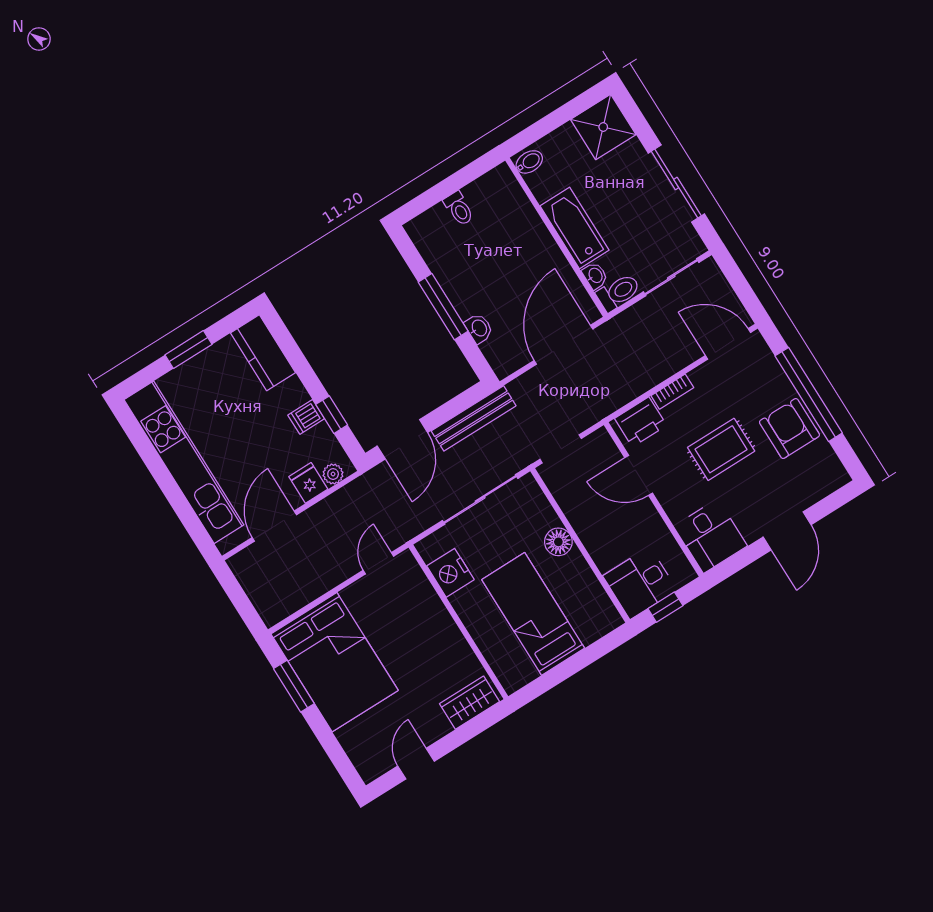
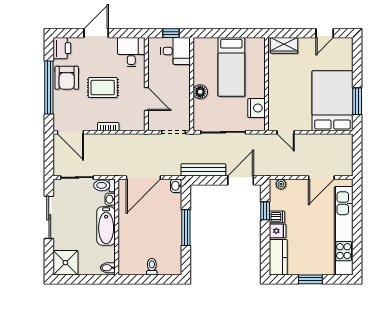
washbasin: (479, 328) -> (176, 186), moved
printer: (641, 422) -> (62, 48), moved, turned 90
fridge: (308, 483) -> (278, 231), moved, turned -90
door: (378, 563) -> (286, 132), hinge flipped

